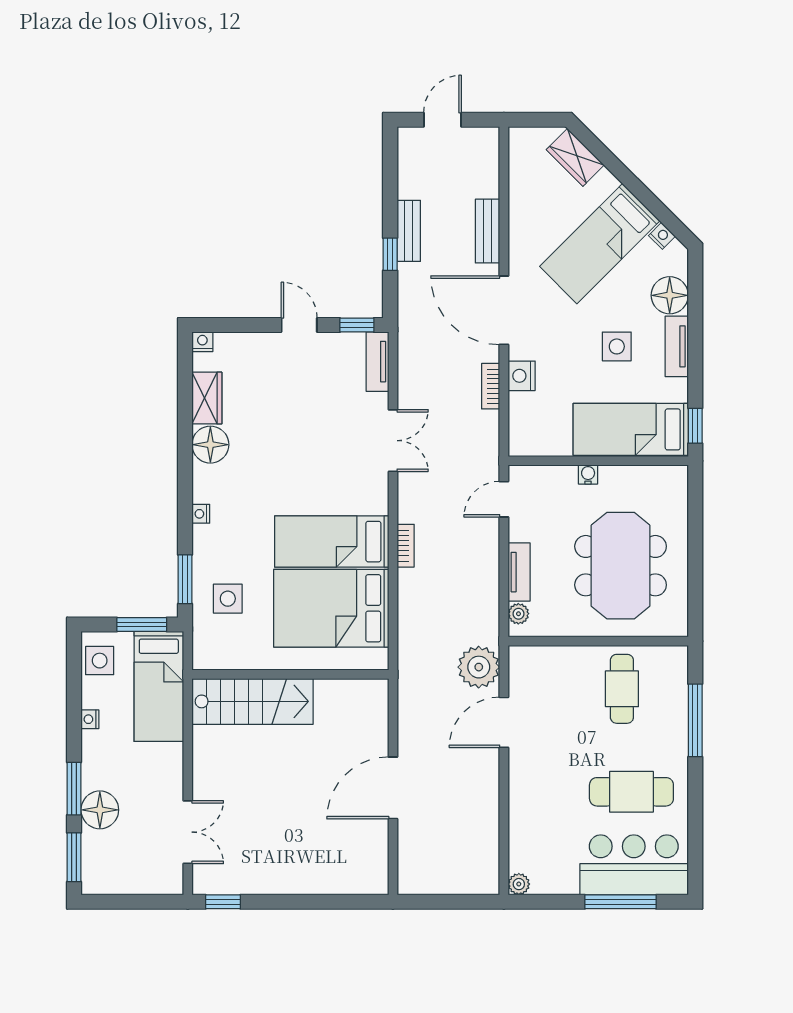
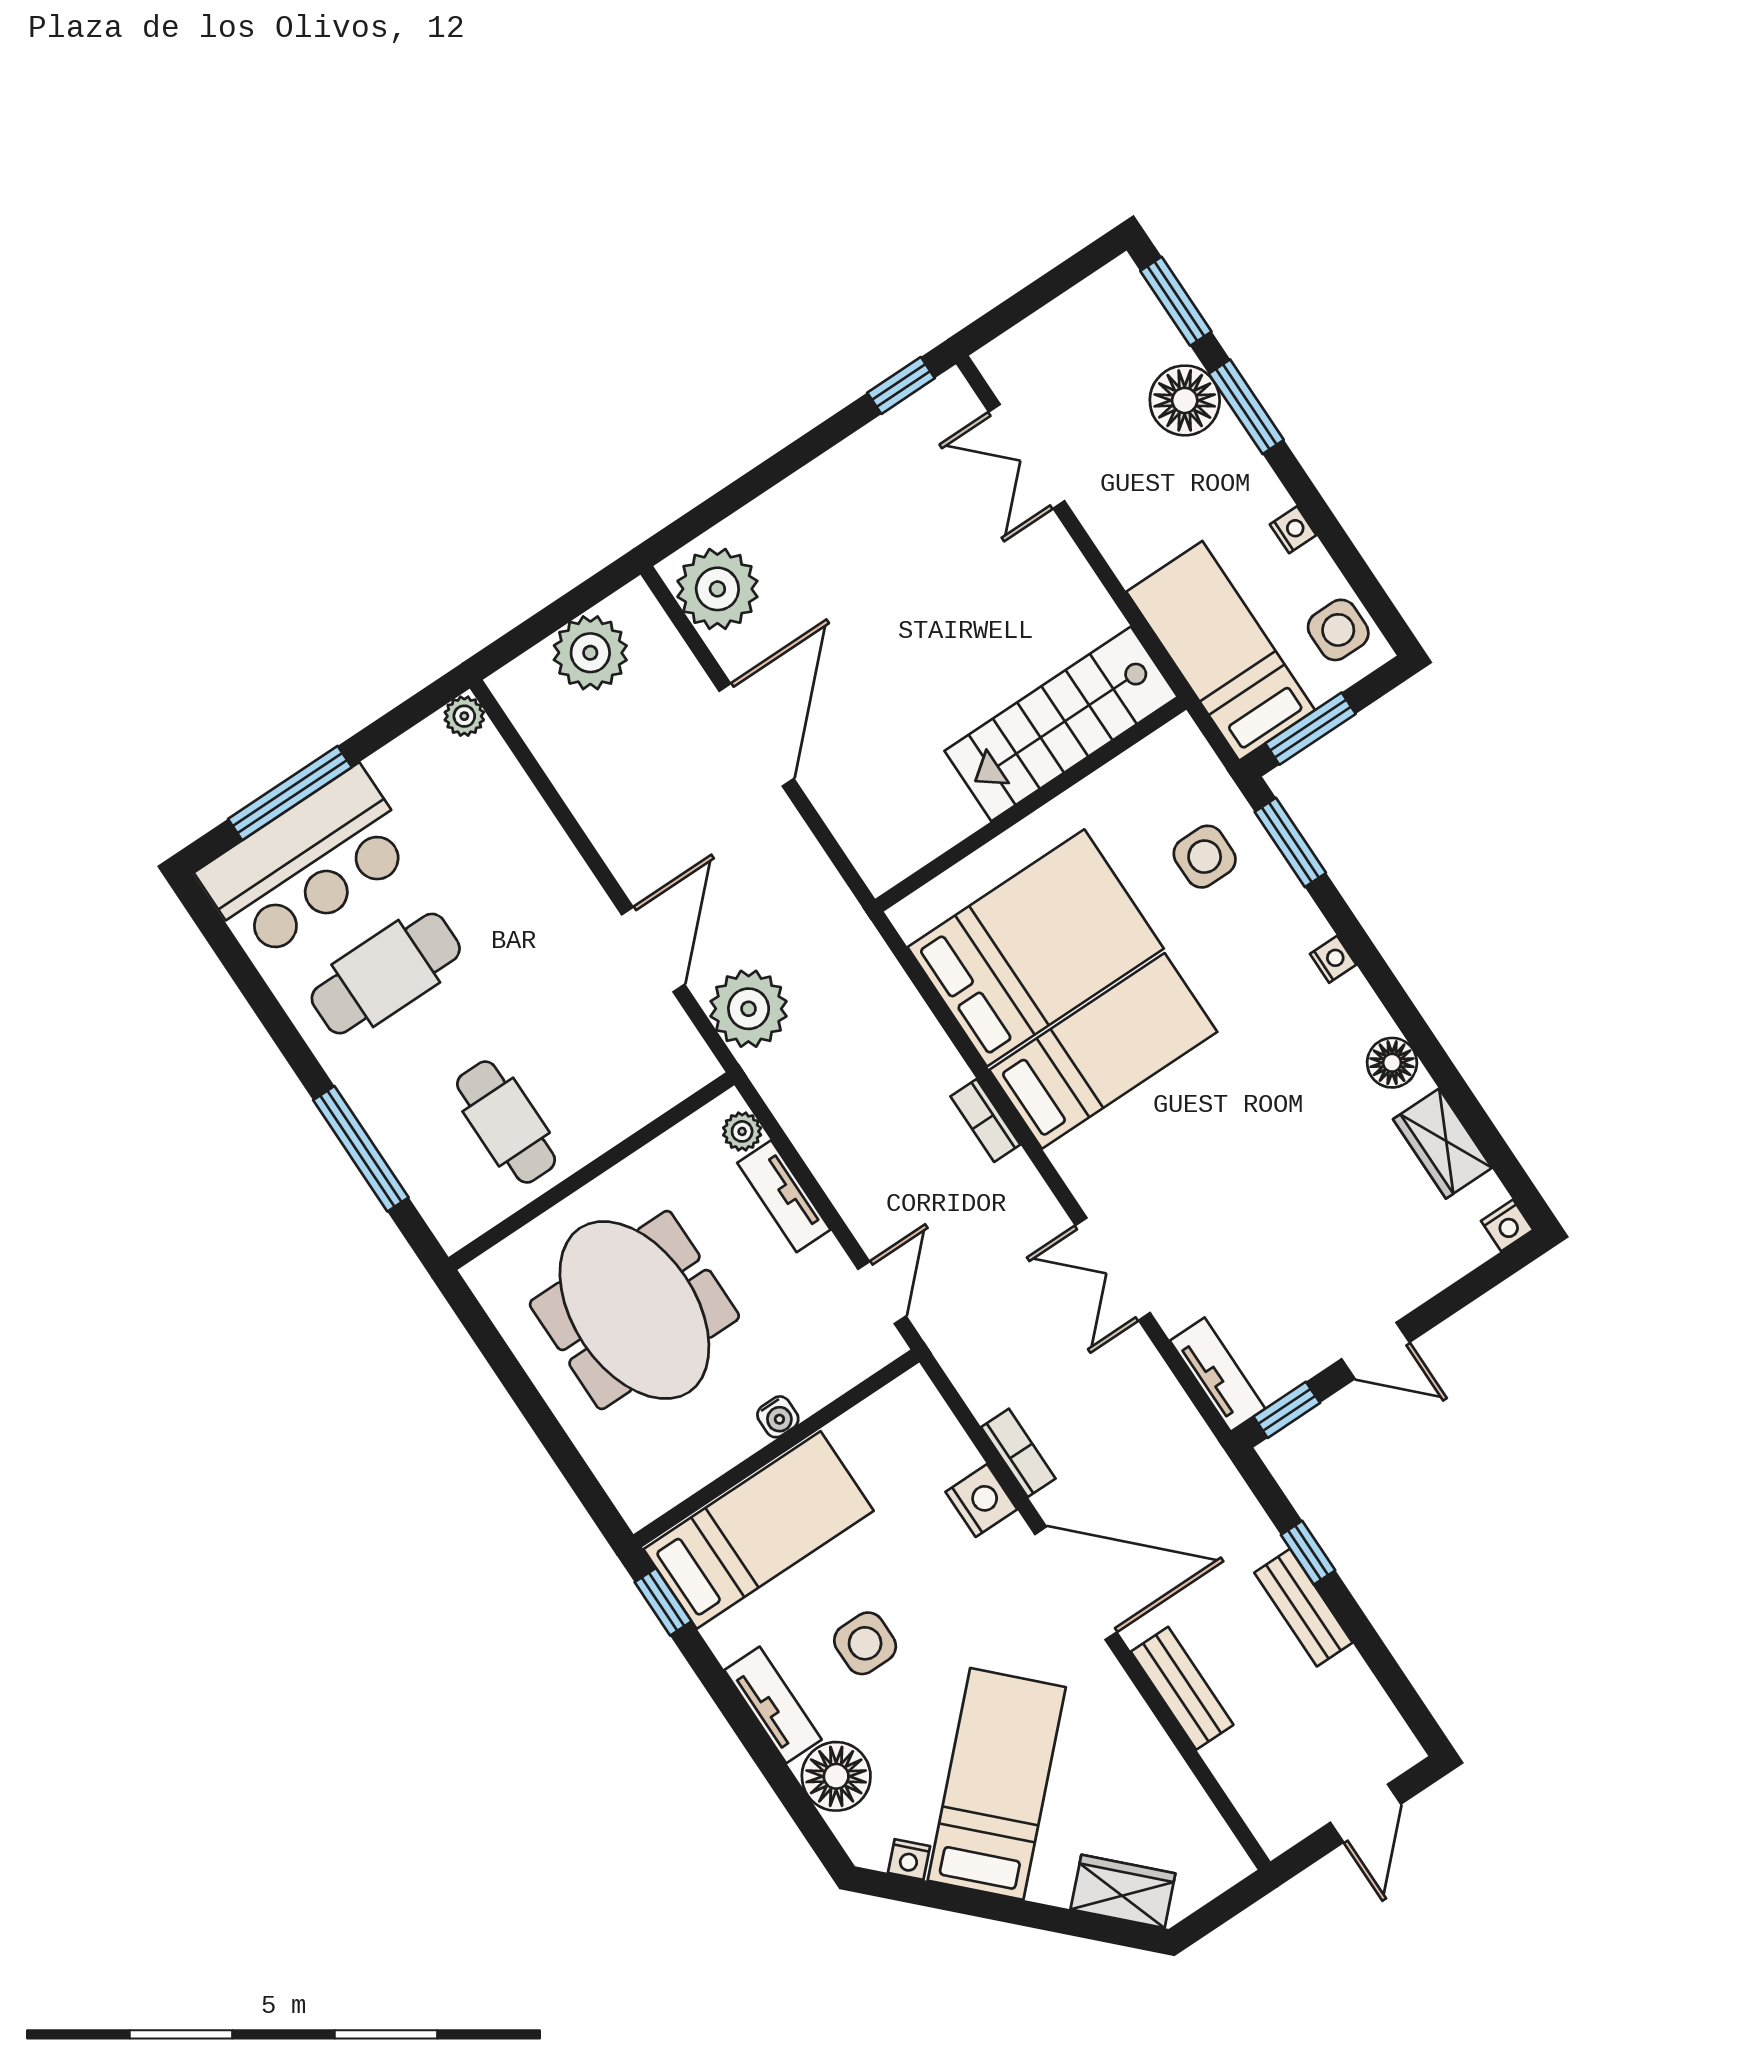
floor lamp: (210, 445) -> (1392, 1063), width x0.73, depth x0.73
plant: (367, 865) -> (717, 589), added
plant: (443, 875) -> (590, 653), added

